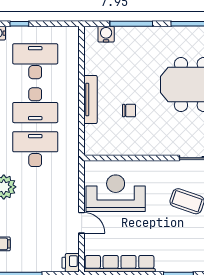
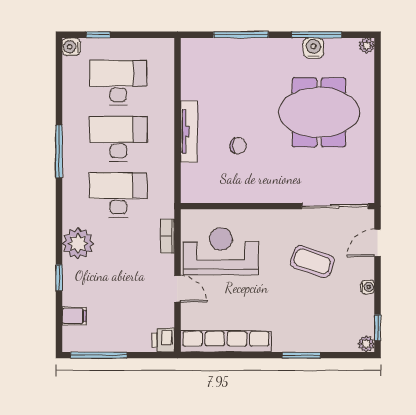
water cooler: (106, 34) -> (313, 48), moved
desk: (35, 105) -> (118, 139), turned 180
bookcase: (74, 181) -> (168, 236), added

